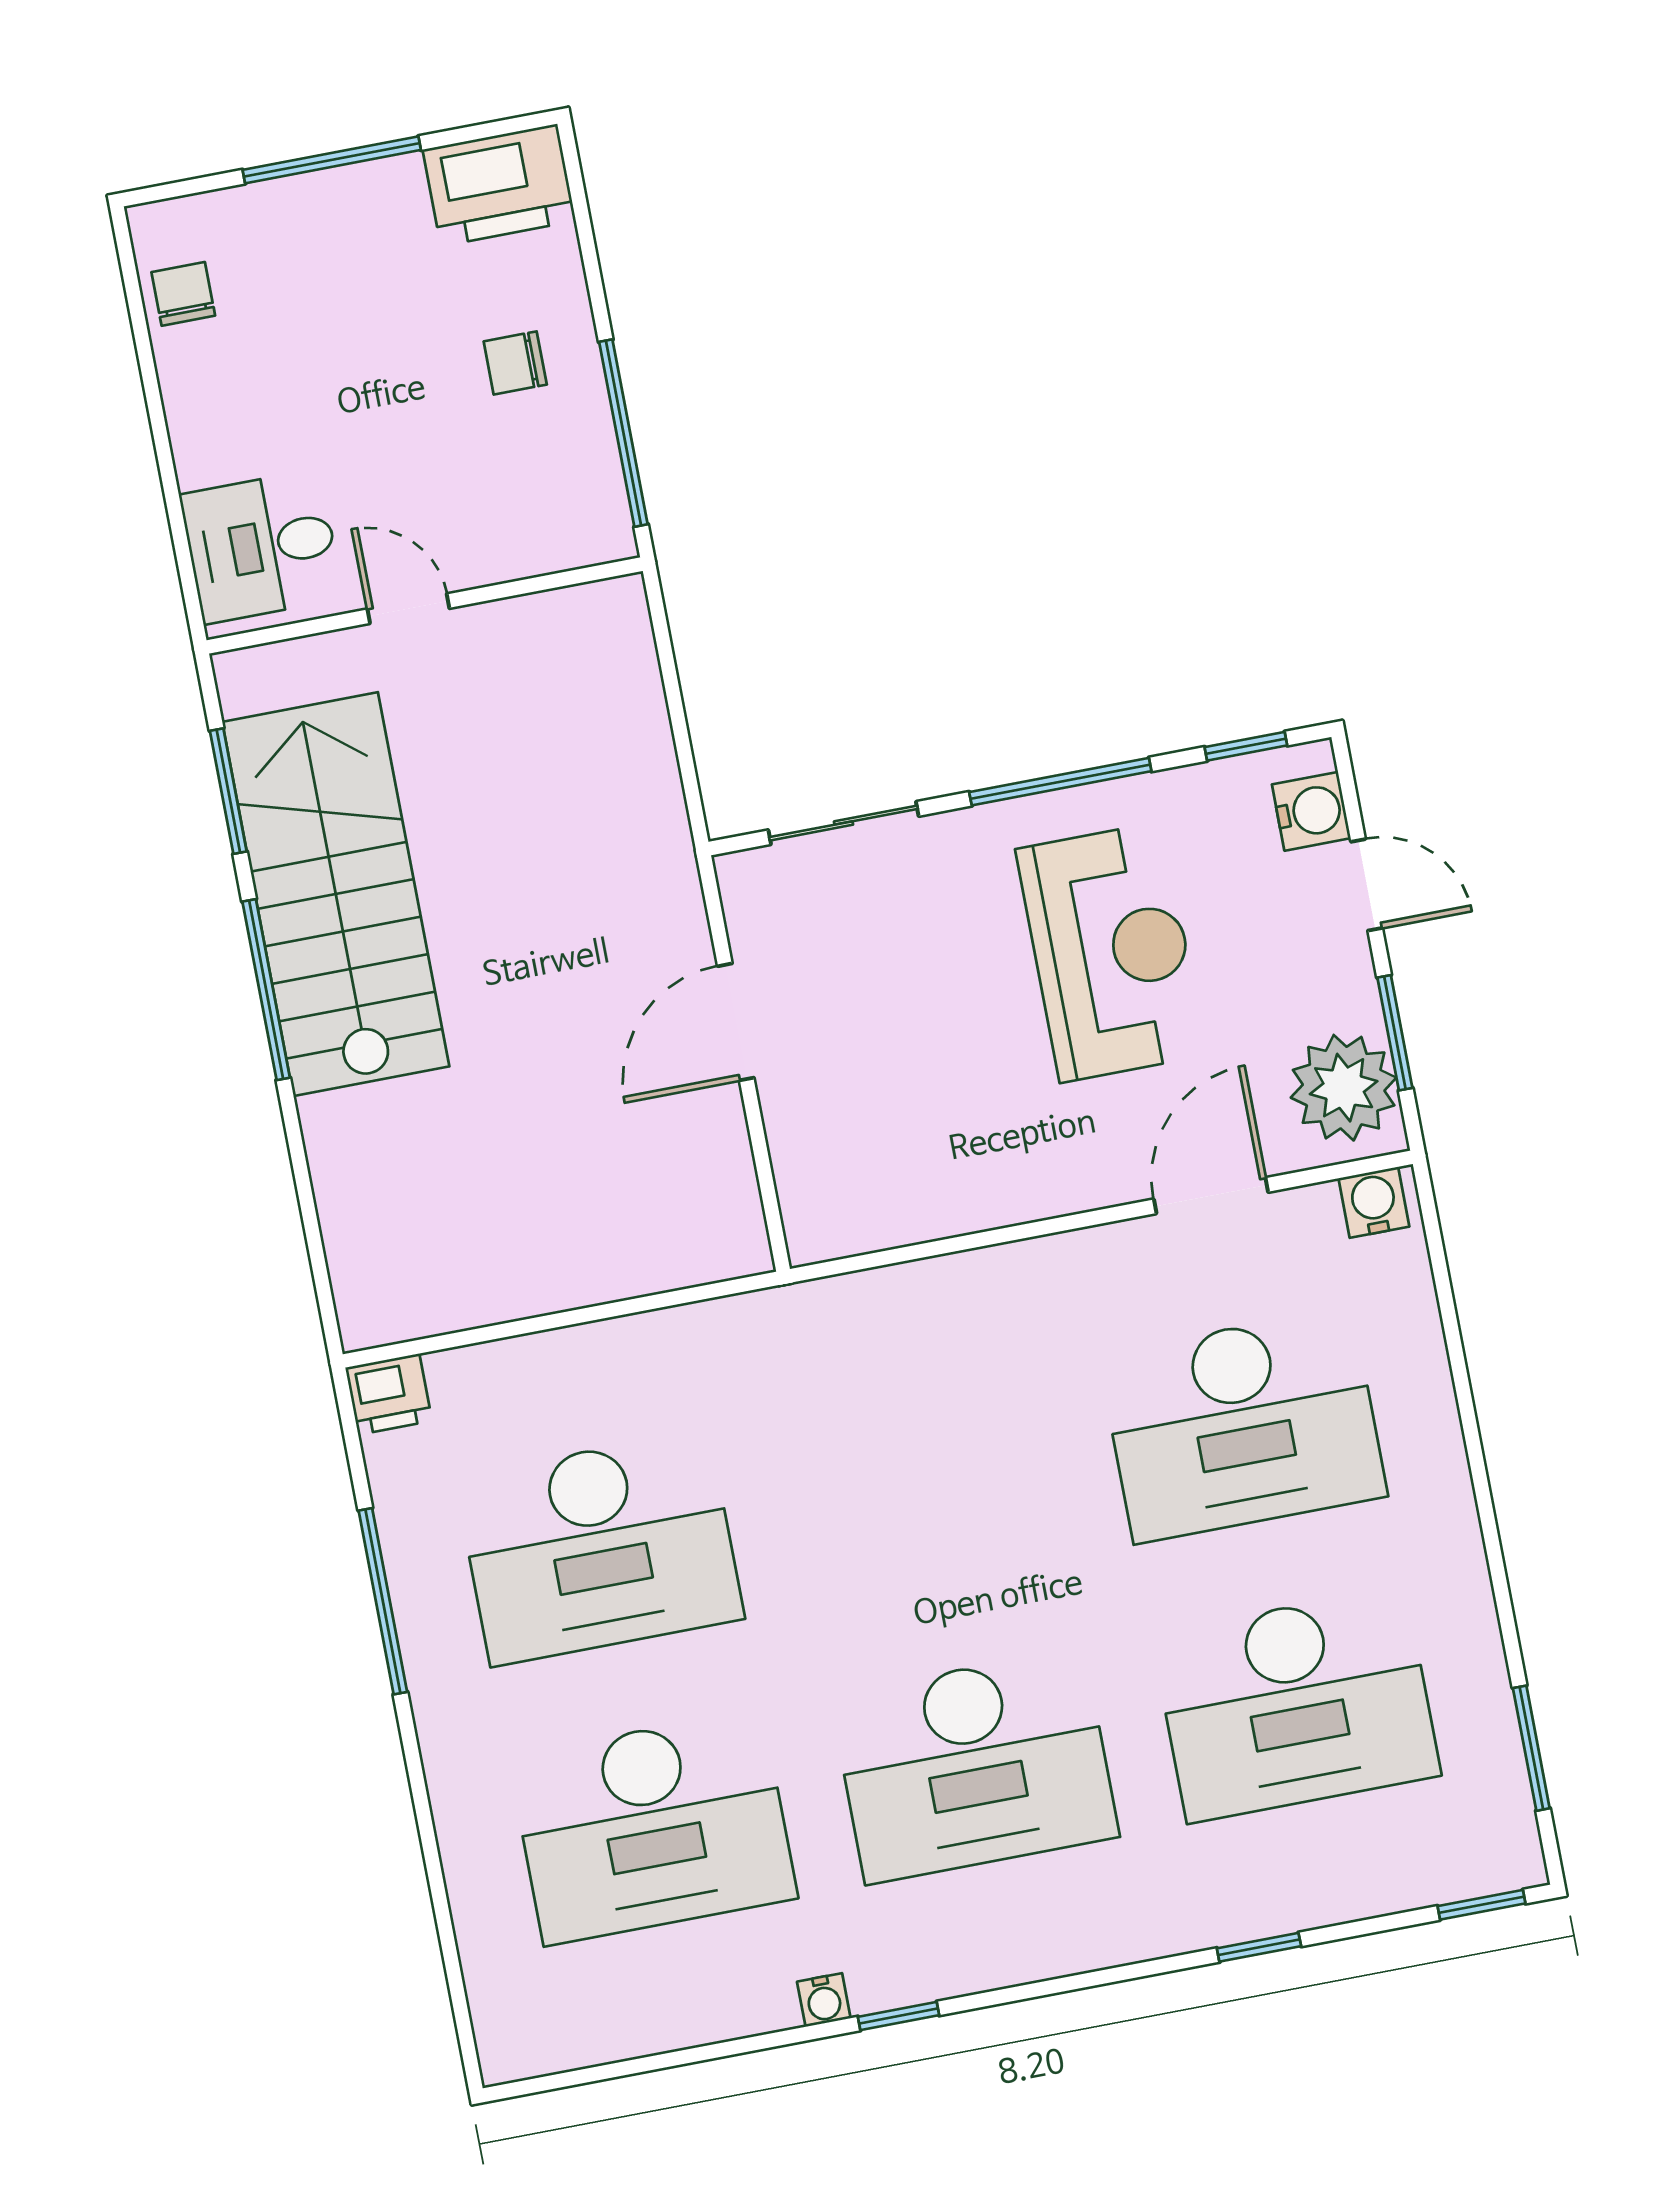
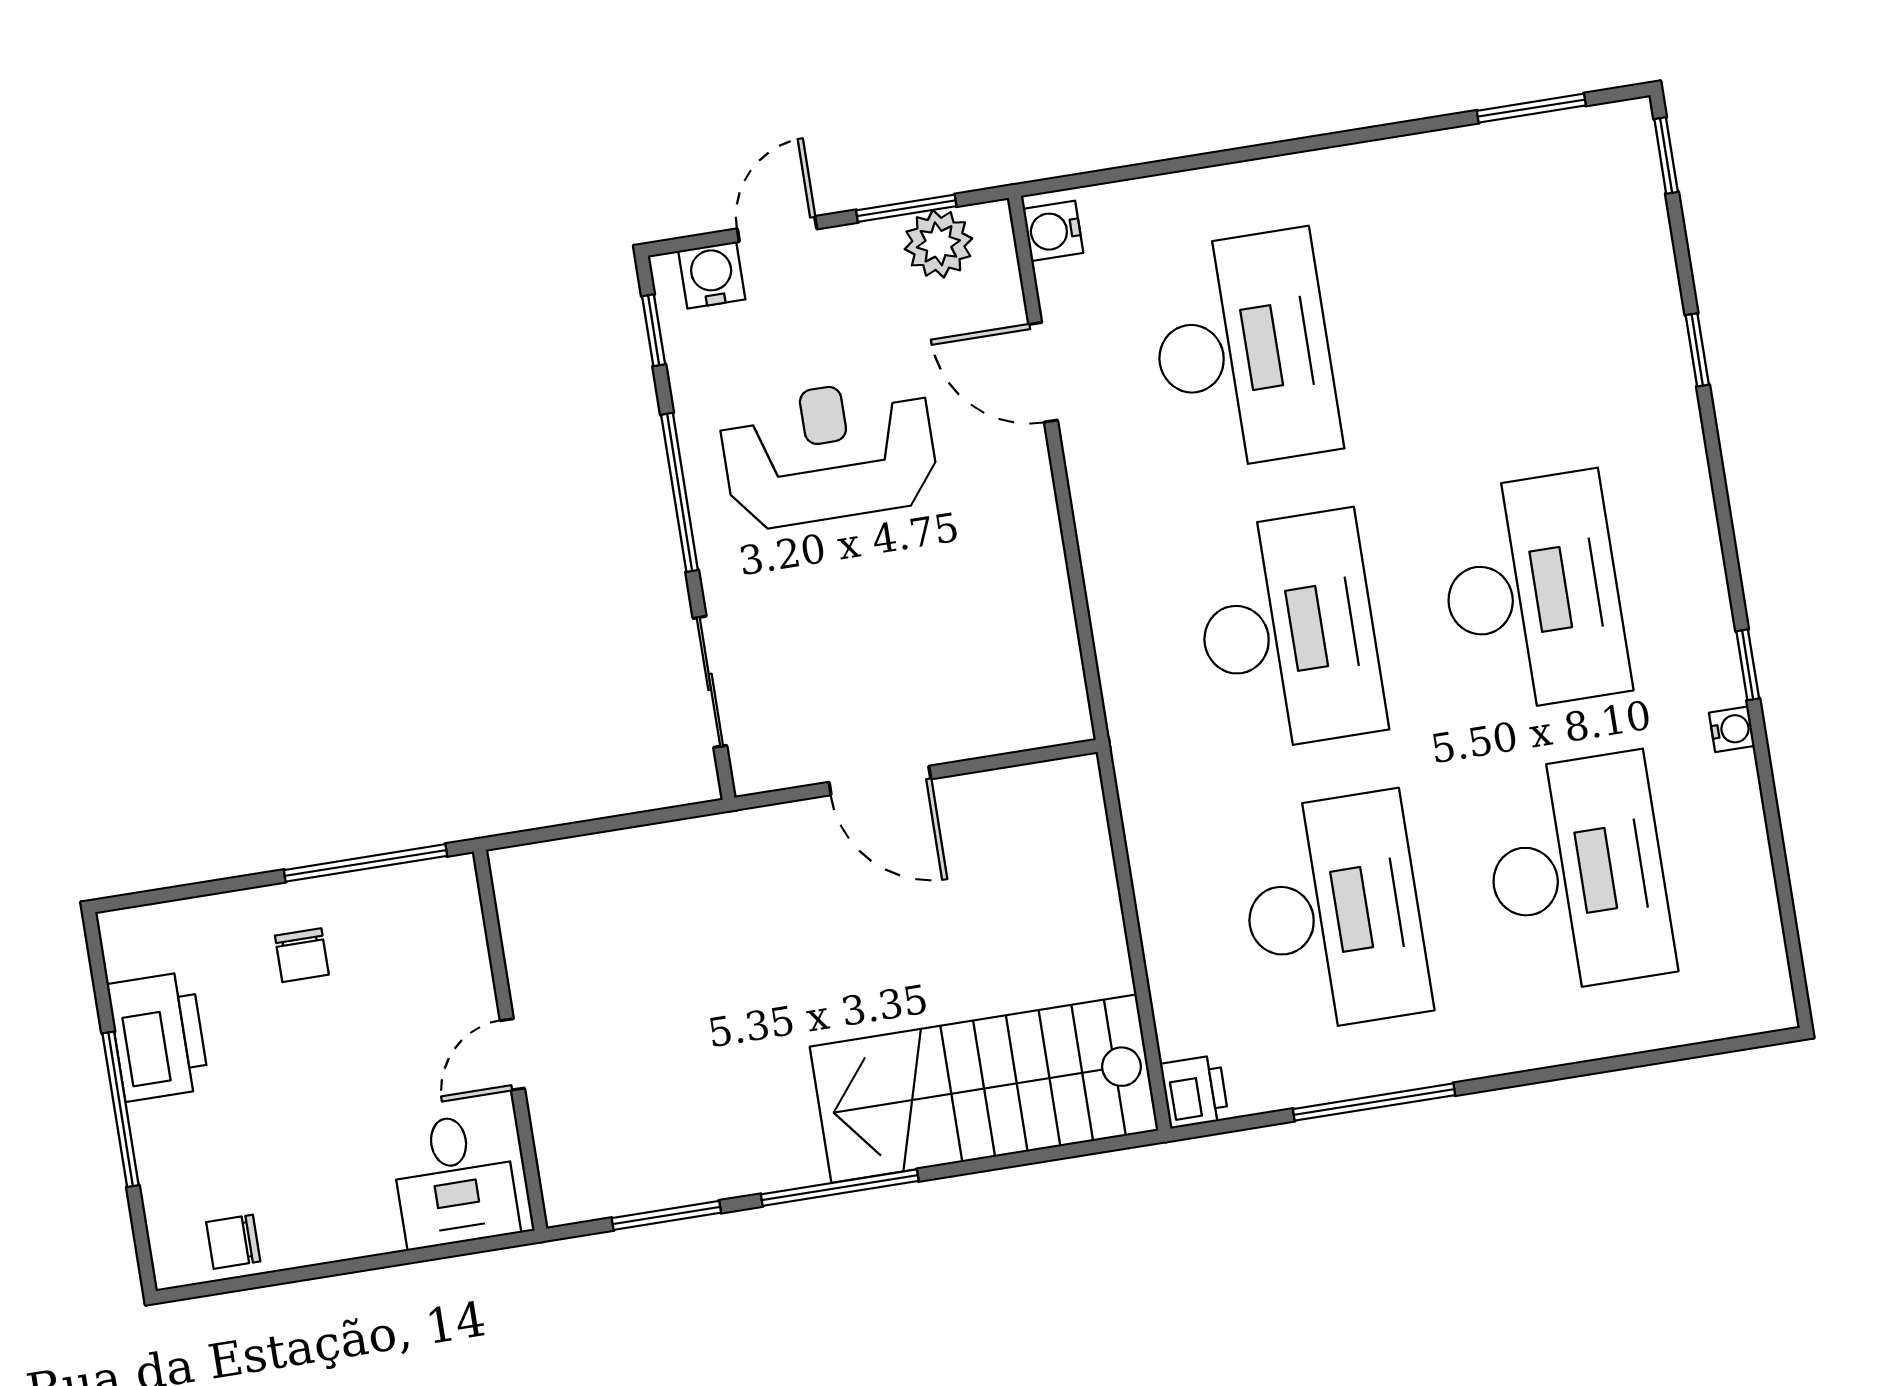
printer: (499, 185) -> (158, 1036), moved
stairs: (336, 894) -> (984, 1089), moved
plant: (1344, 1088) -> (938, 244), width x0.73, depth x0.73
desk: (1296, 1705) -> (1288, 631), moved

